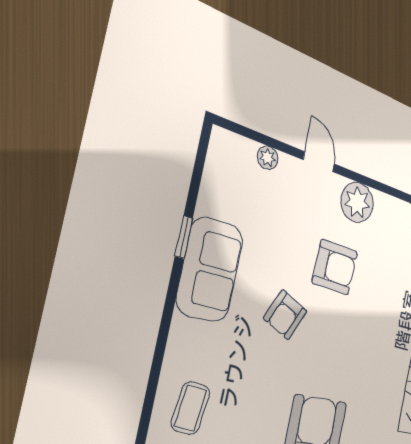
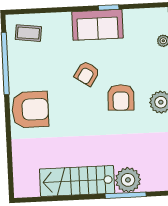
armchair: (285, 315) -> (87, 73), turned -81

